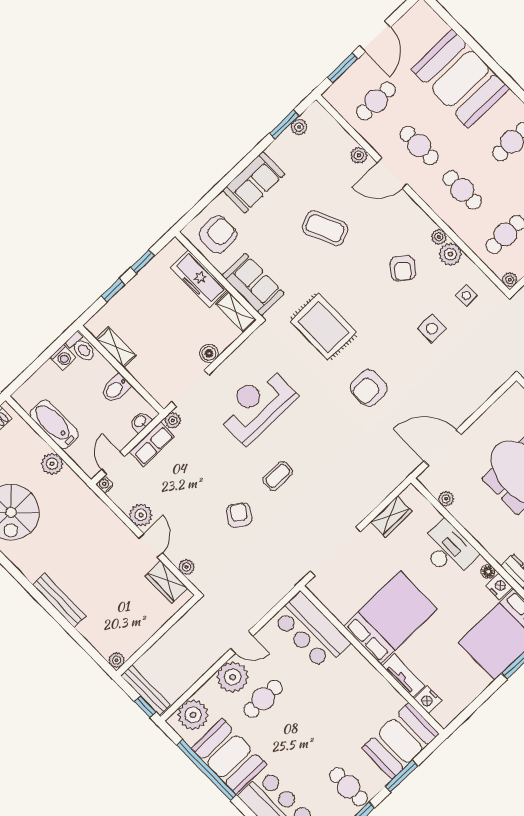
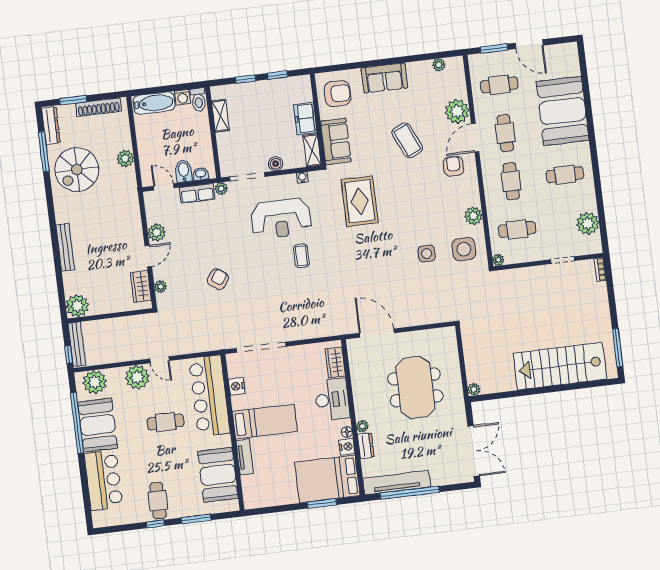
door: (375, 37) -> (529, 44), hinge flipped
window: (284, 124) -> (431, 56), removed
plant: (359, 155) -> (457, 111), width x1.88, depth x1.88
door: (392, 173) -> (475, 138), hinge flipped
plant: (439, 237) -> (474, 199), removed
armchair: (403, 268) -> (453, 166), moved, turned 142
freezer: (199, 279) -> (305, 118), width x0.71
side table: (466, 295) -> (464, 249), width x1.87, depth x1.87
armchair: (369, 388) -> (359, 261), removed
bidet: (116, 389) -> (184, 171), moved, turned 90
reception desk: (257, 405) -> (281, 219), turned 180
bathtub: (54, 424) -> (154, 103), moved, turned 90
door: (113, 463) -> (164, 187), hinge flipped
coffee table: (278, 476) -> (301, 256), moved, turned 90
water cooler: (105, 484) -> (302, 178), moved
plant: (446, 499) -> (362, 426), moved
wardrobe: (391, 517) -> (335, 363), moved, turned 90
bed: (390, 618) -> (265, 422), width x0.67
bar counter: (311, 631) -> (209, 396), width x1.36
plant: (116, 660) -> (77, 306), width x1.87, depth x1.87
cafe table: (263, 699) -> (166, 422), moved
nightstand: (428, 700) -> (237, 386), moved
booth: (400, 741) -> (218, 475), moved, turned 90

